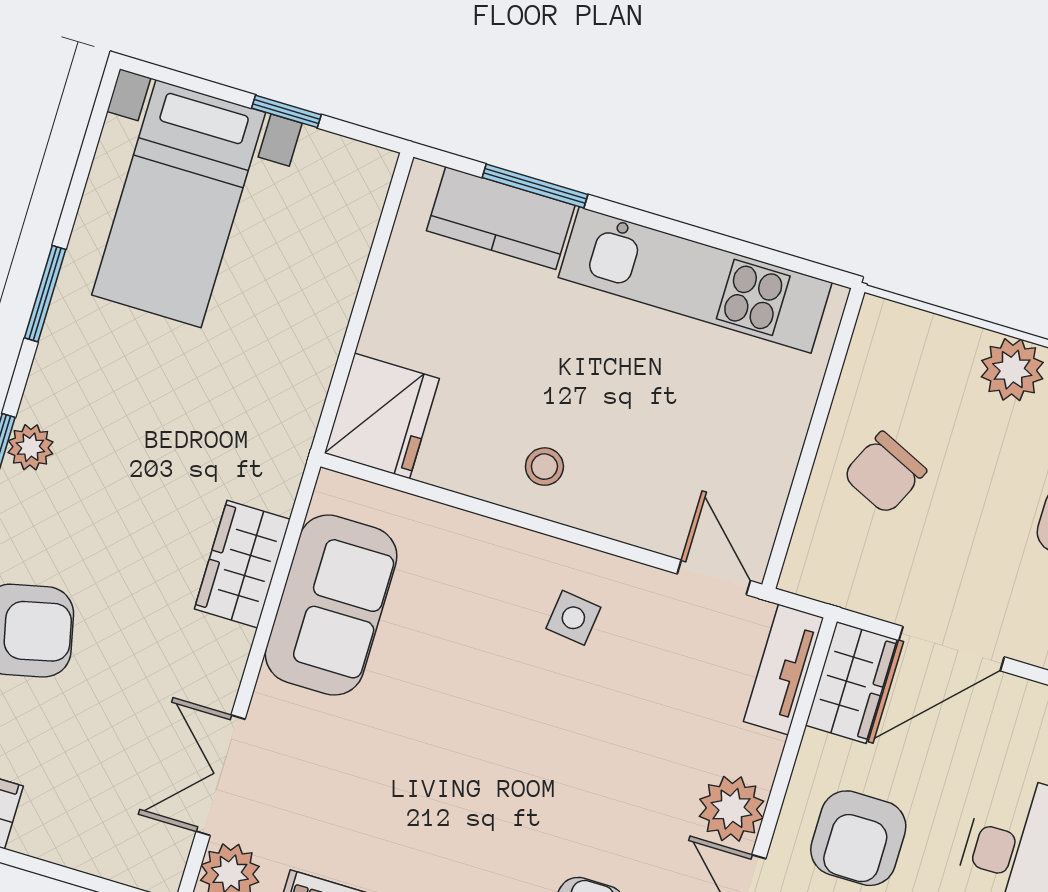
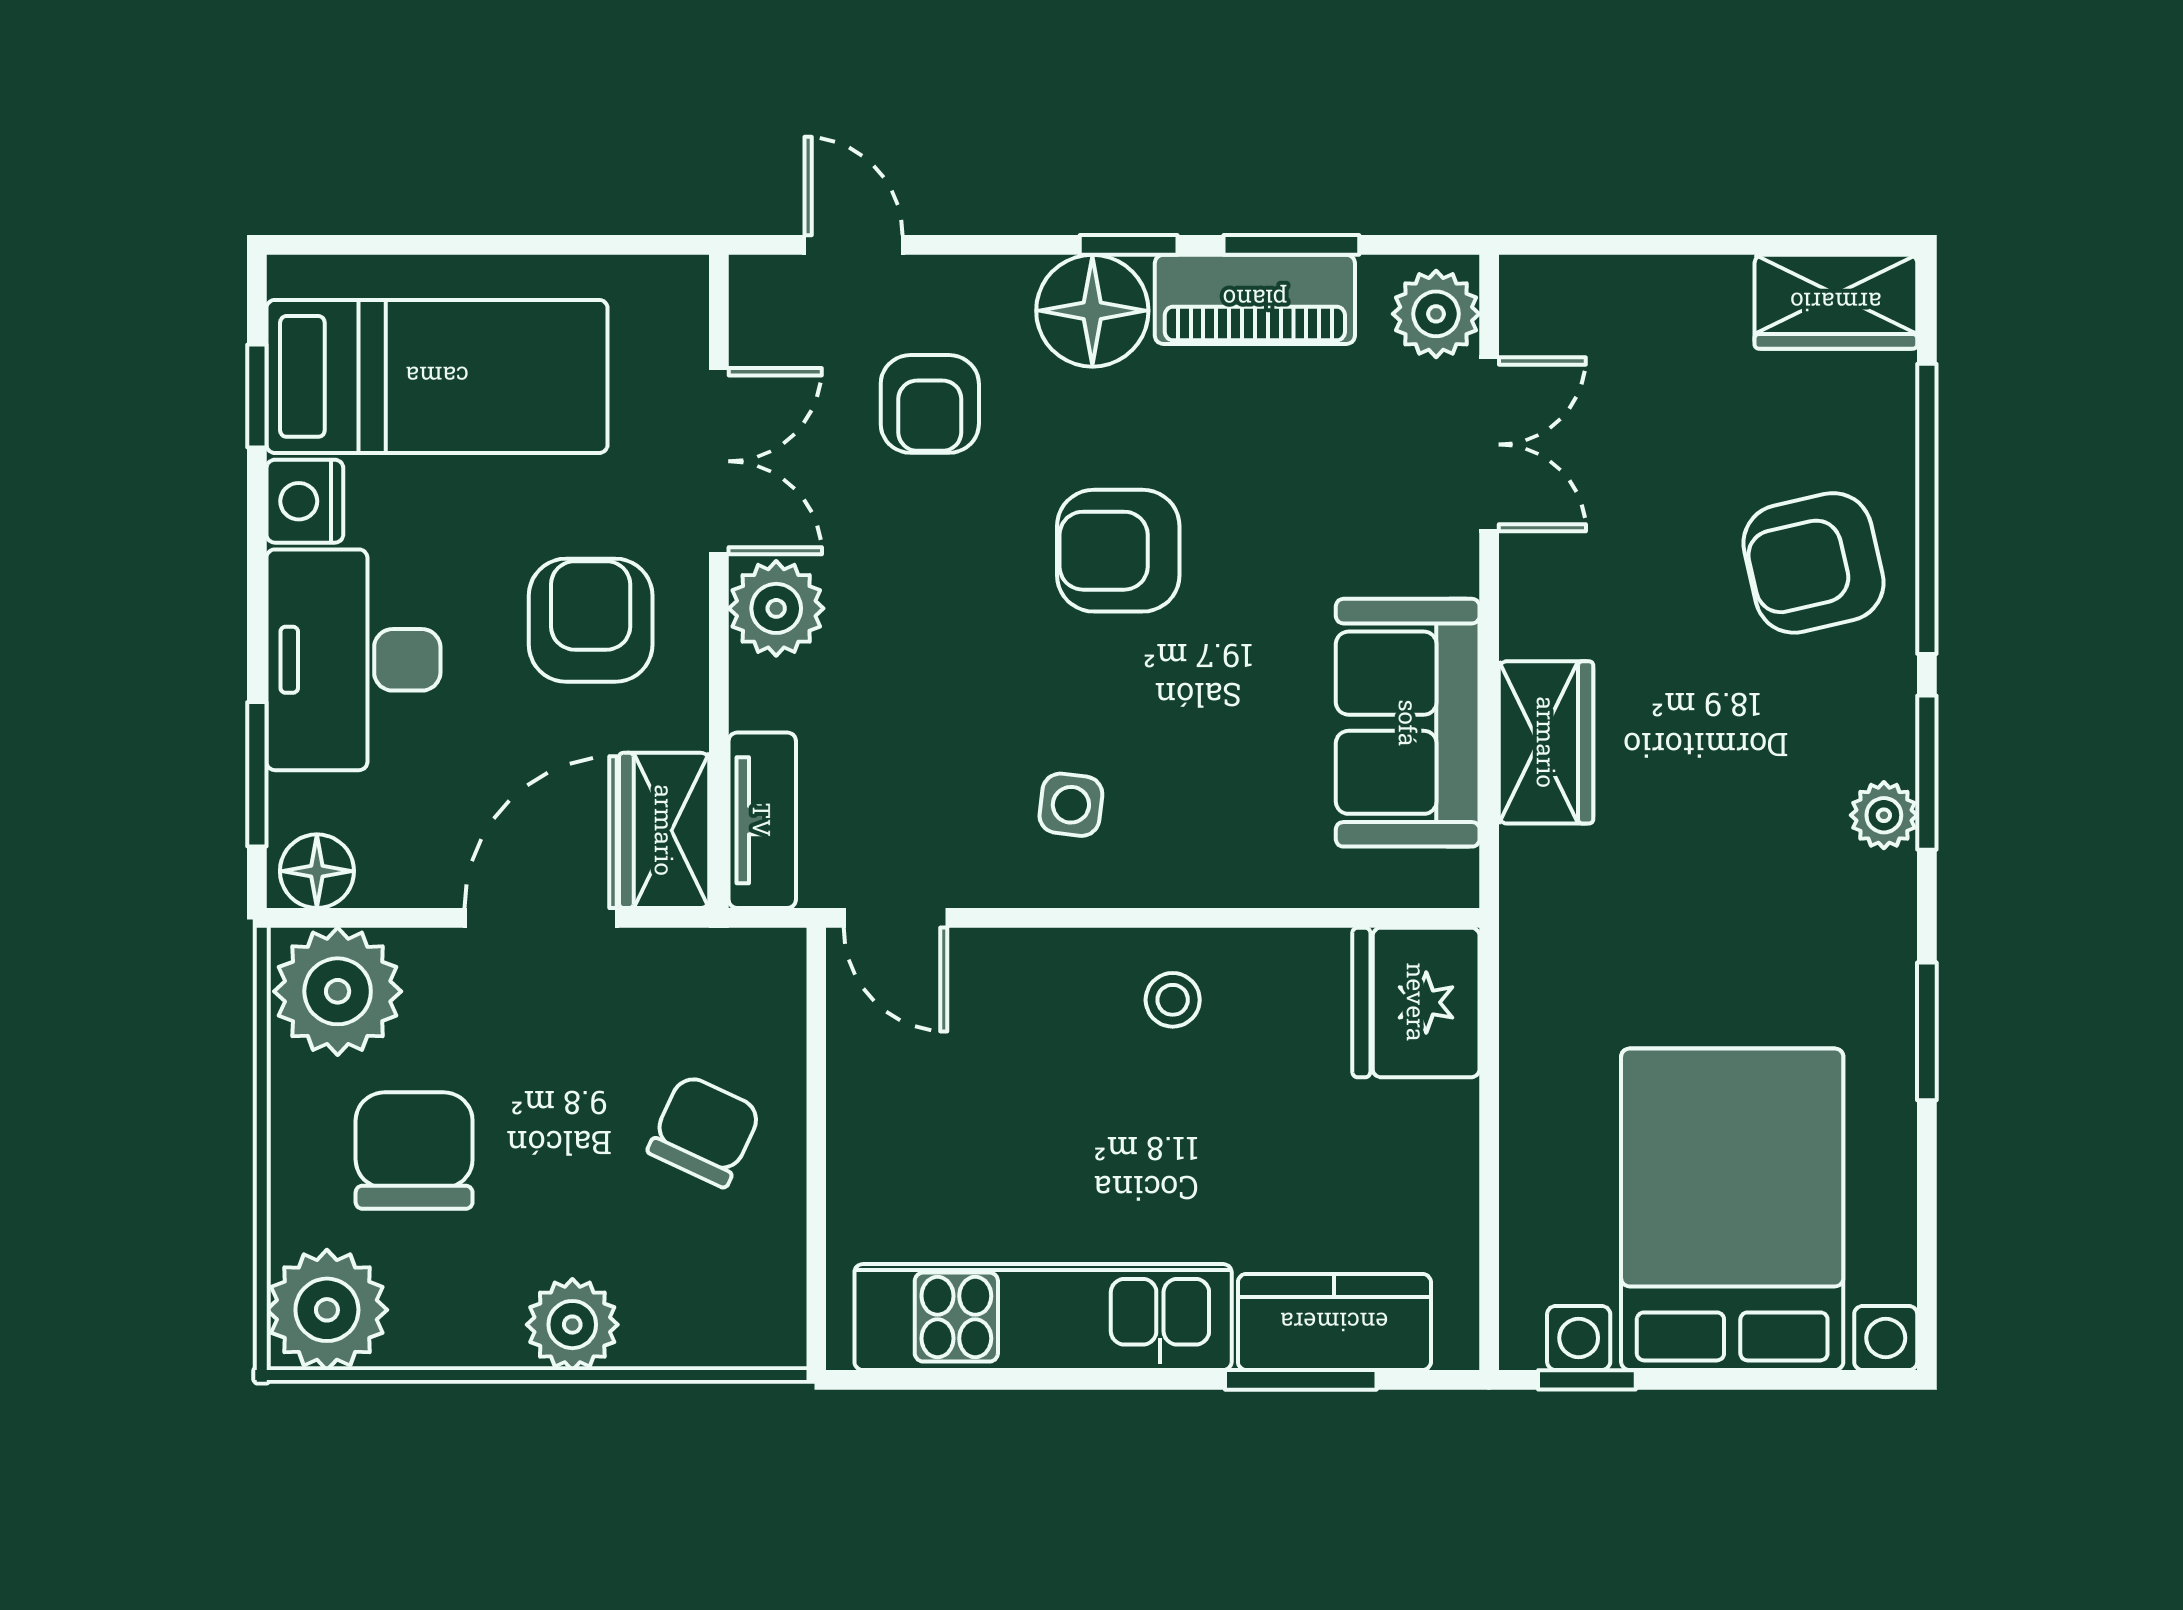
window: (286, 111) -> (1587, 1380), moved
bed with nightstands: (179, 204) -> (1732, 1209), width x1.36
armchair: (491, 779) -> (1118, 551), added

